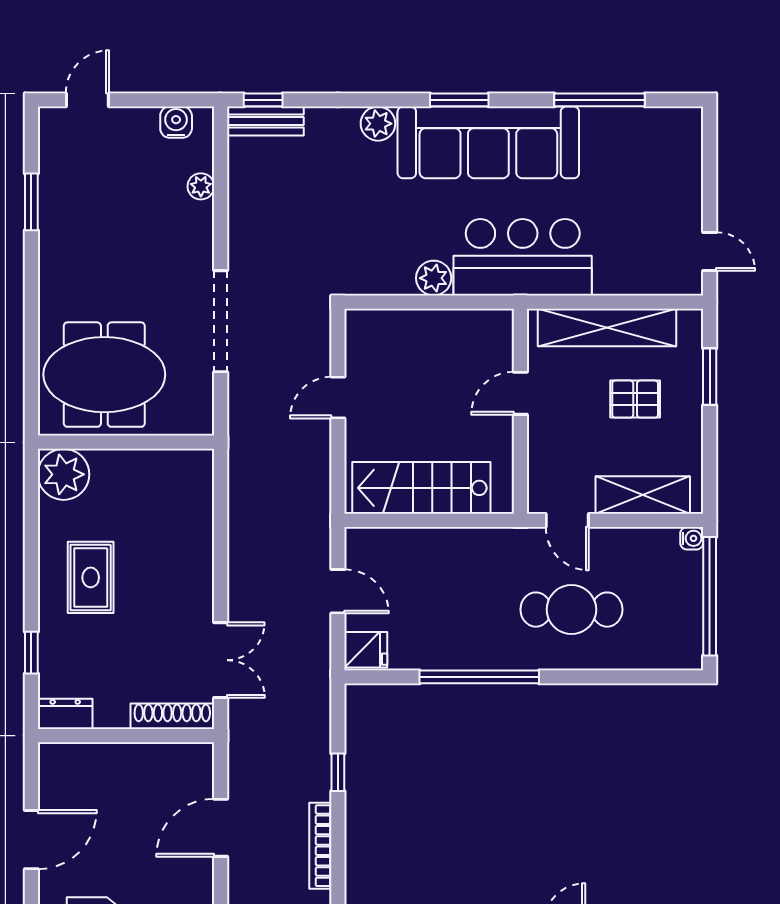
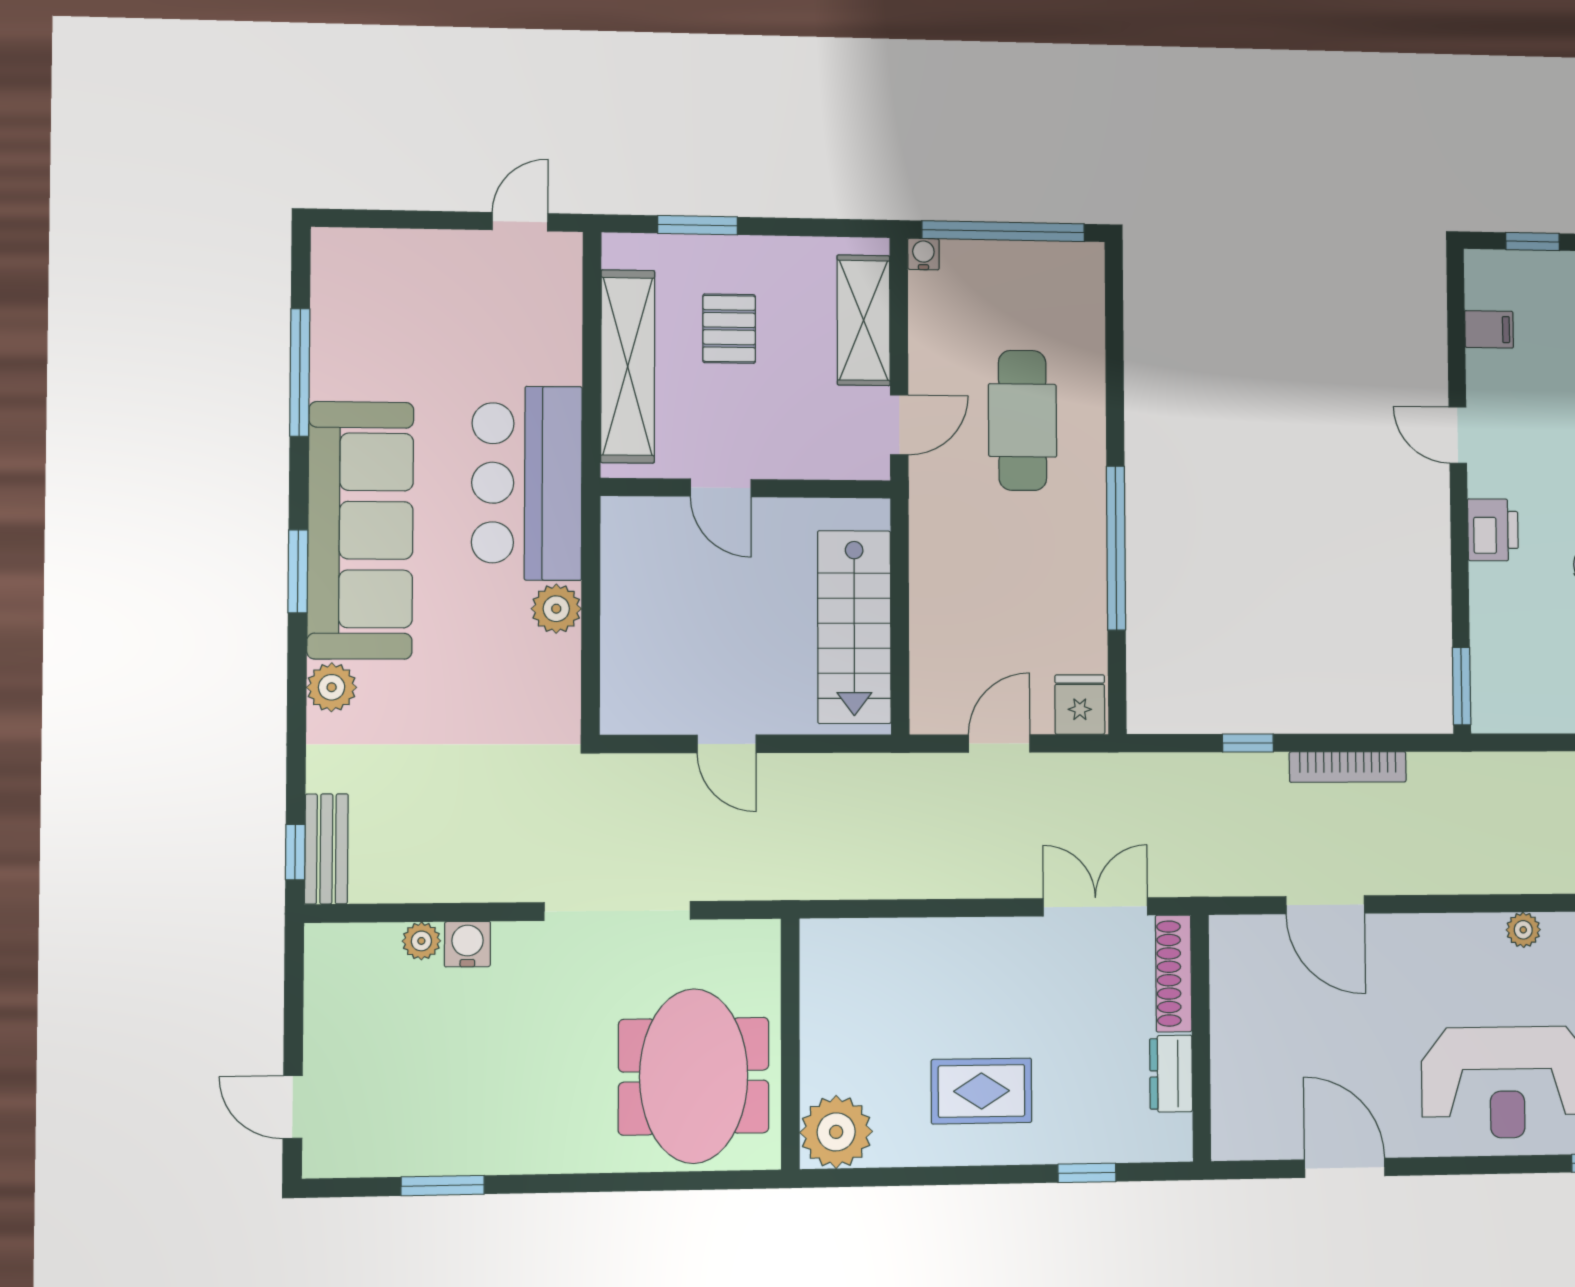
water cooler: (176, 122) -> (467, 944), moved, turned 90
dresser: (65, 714) -> (1171, 1074), moved

